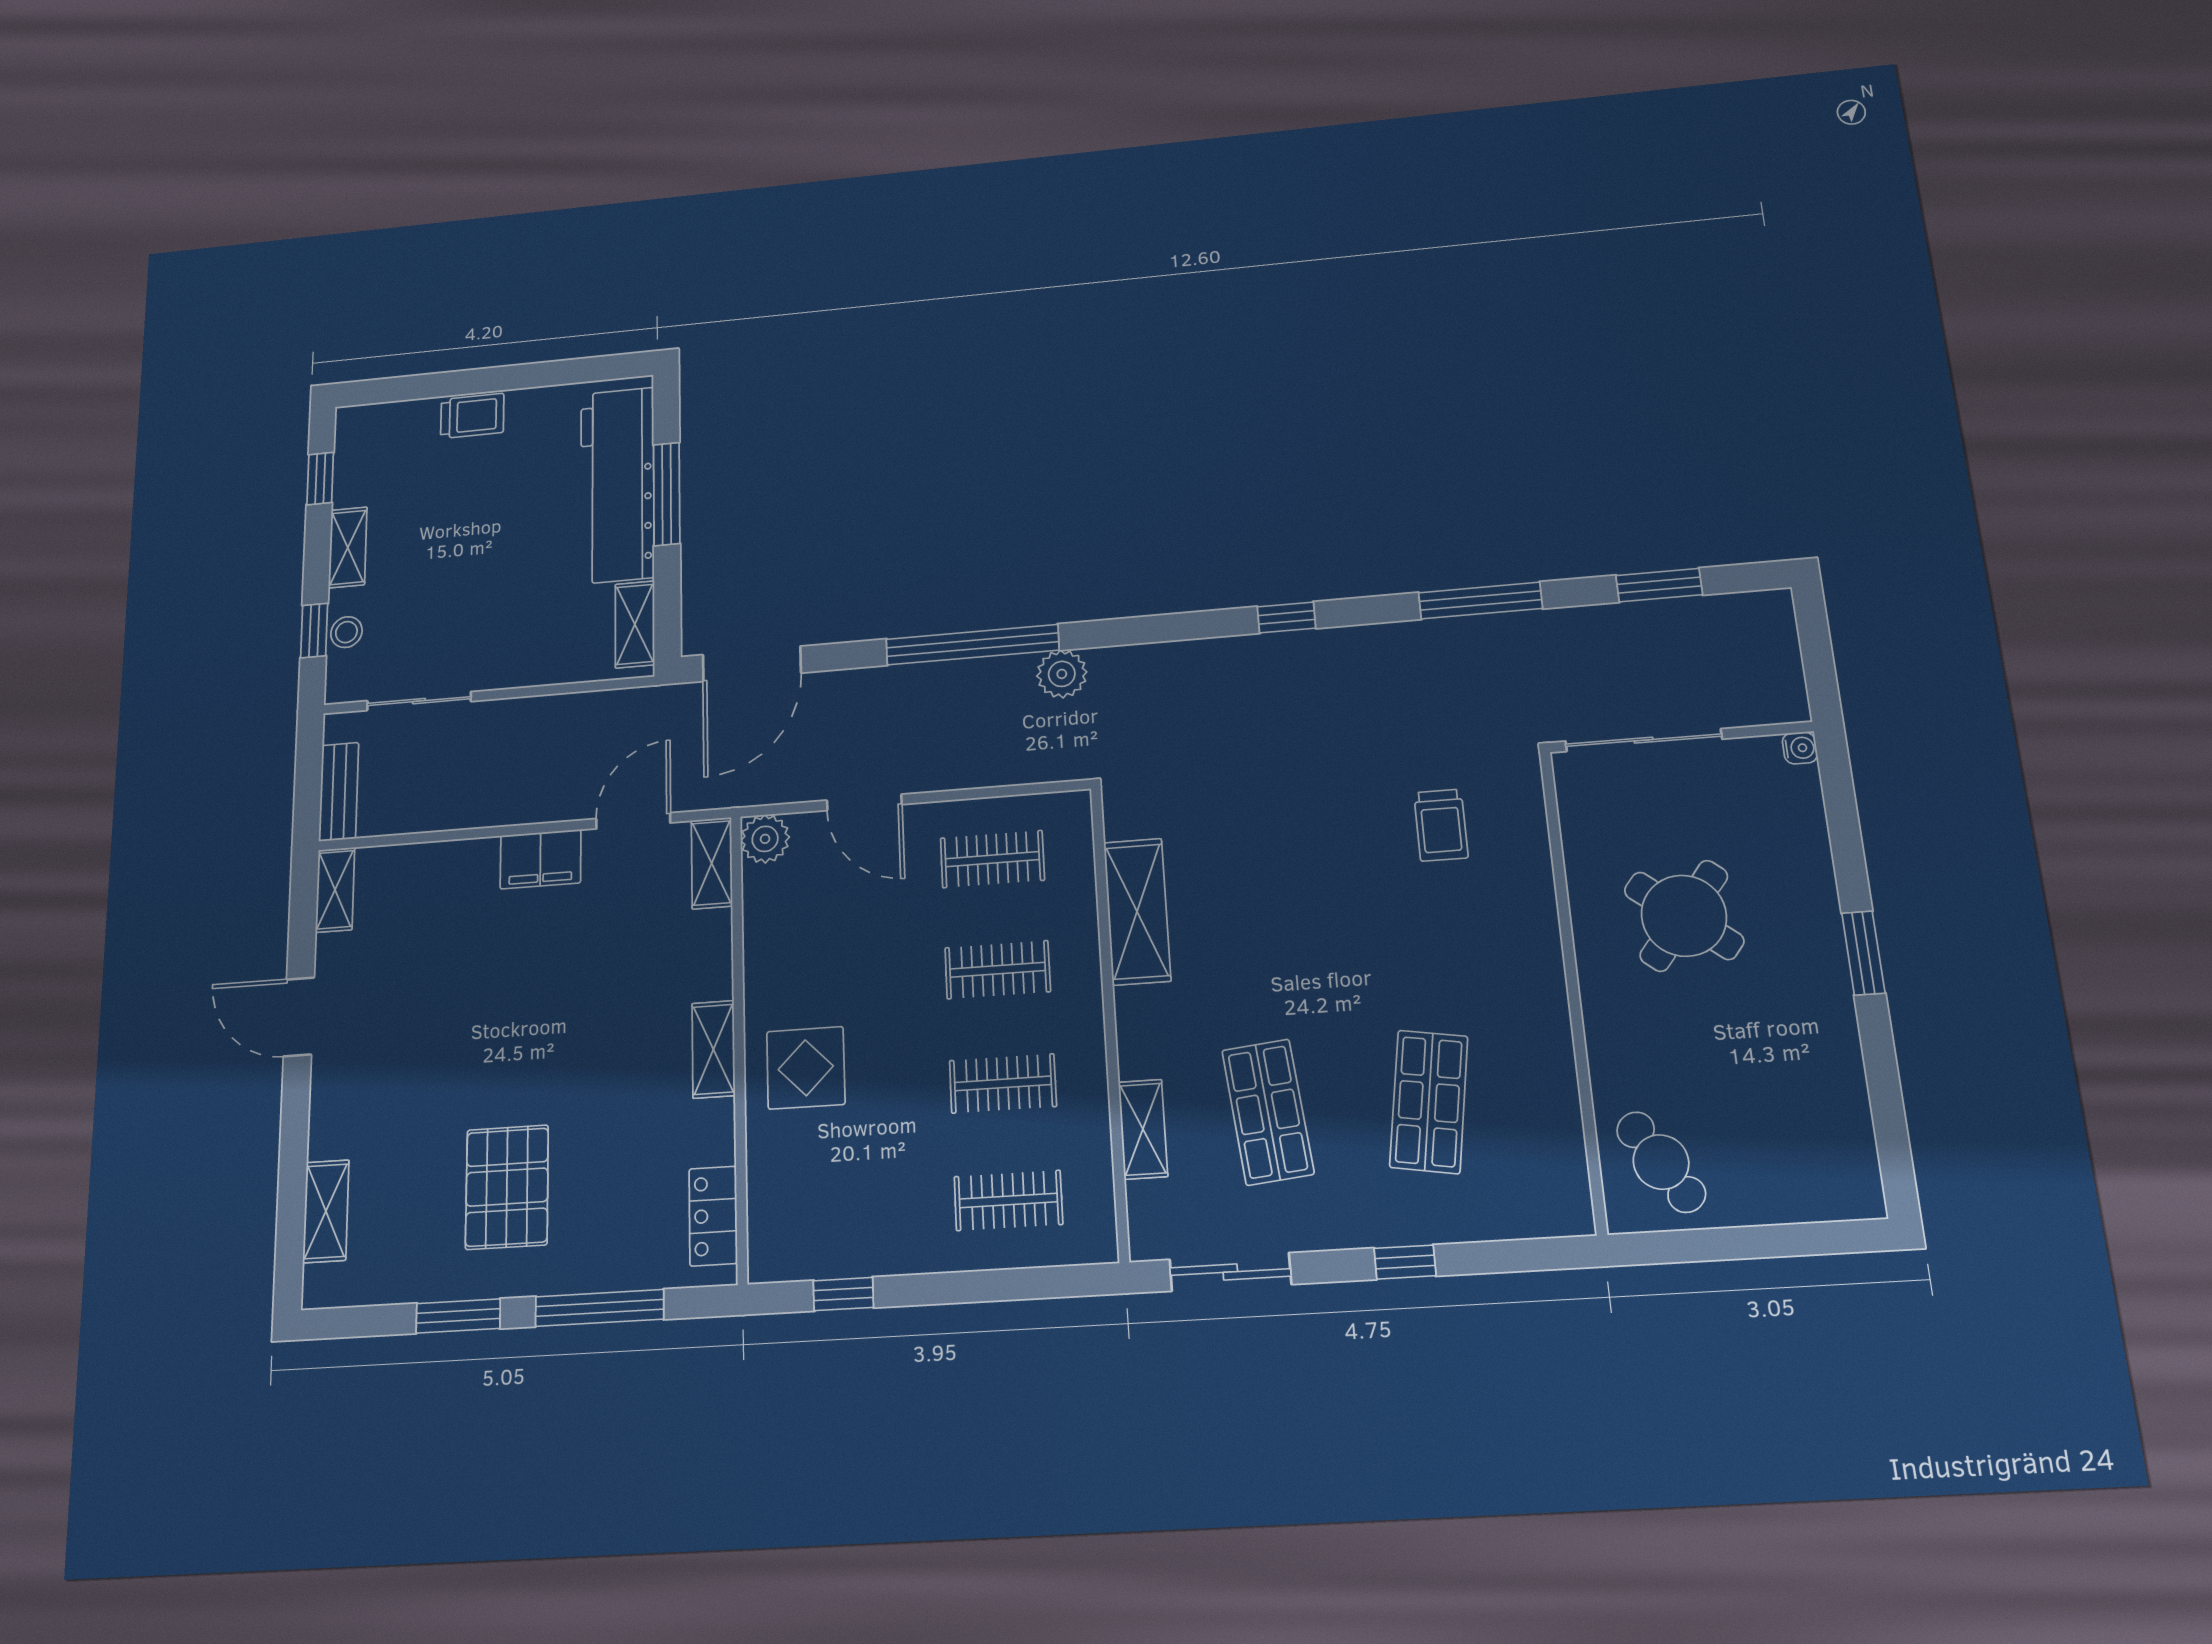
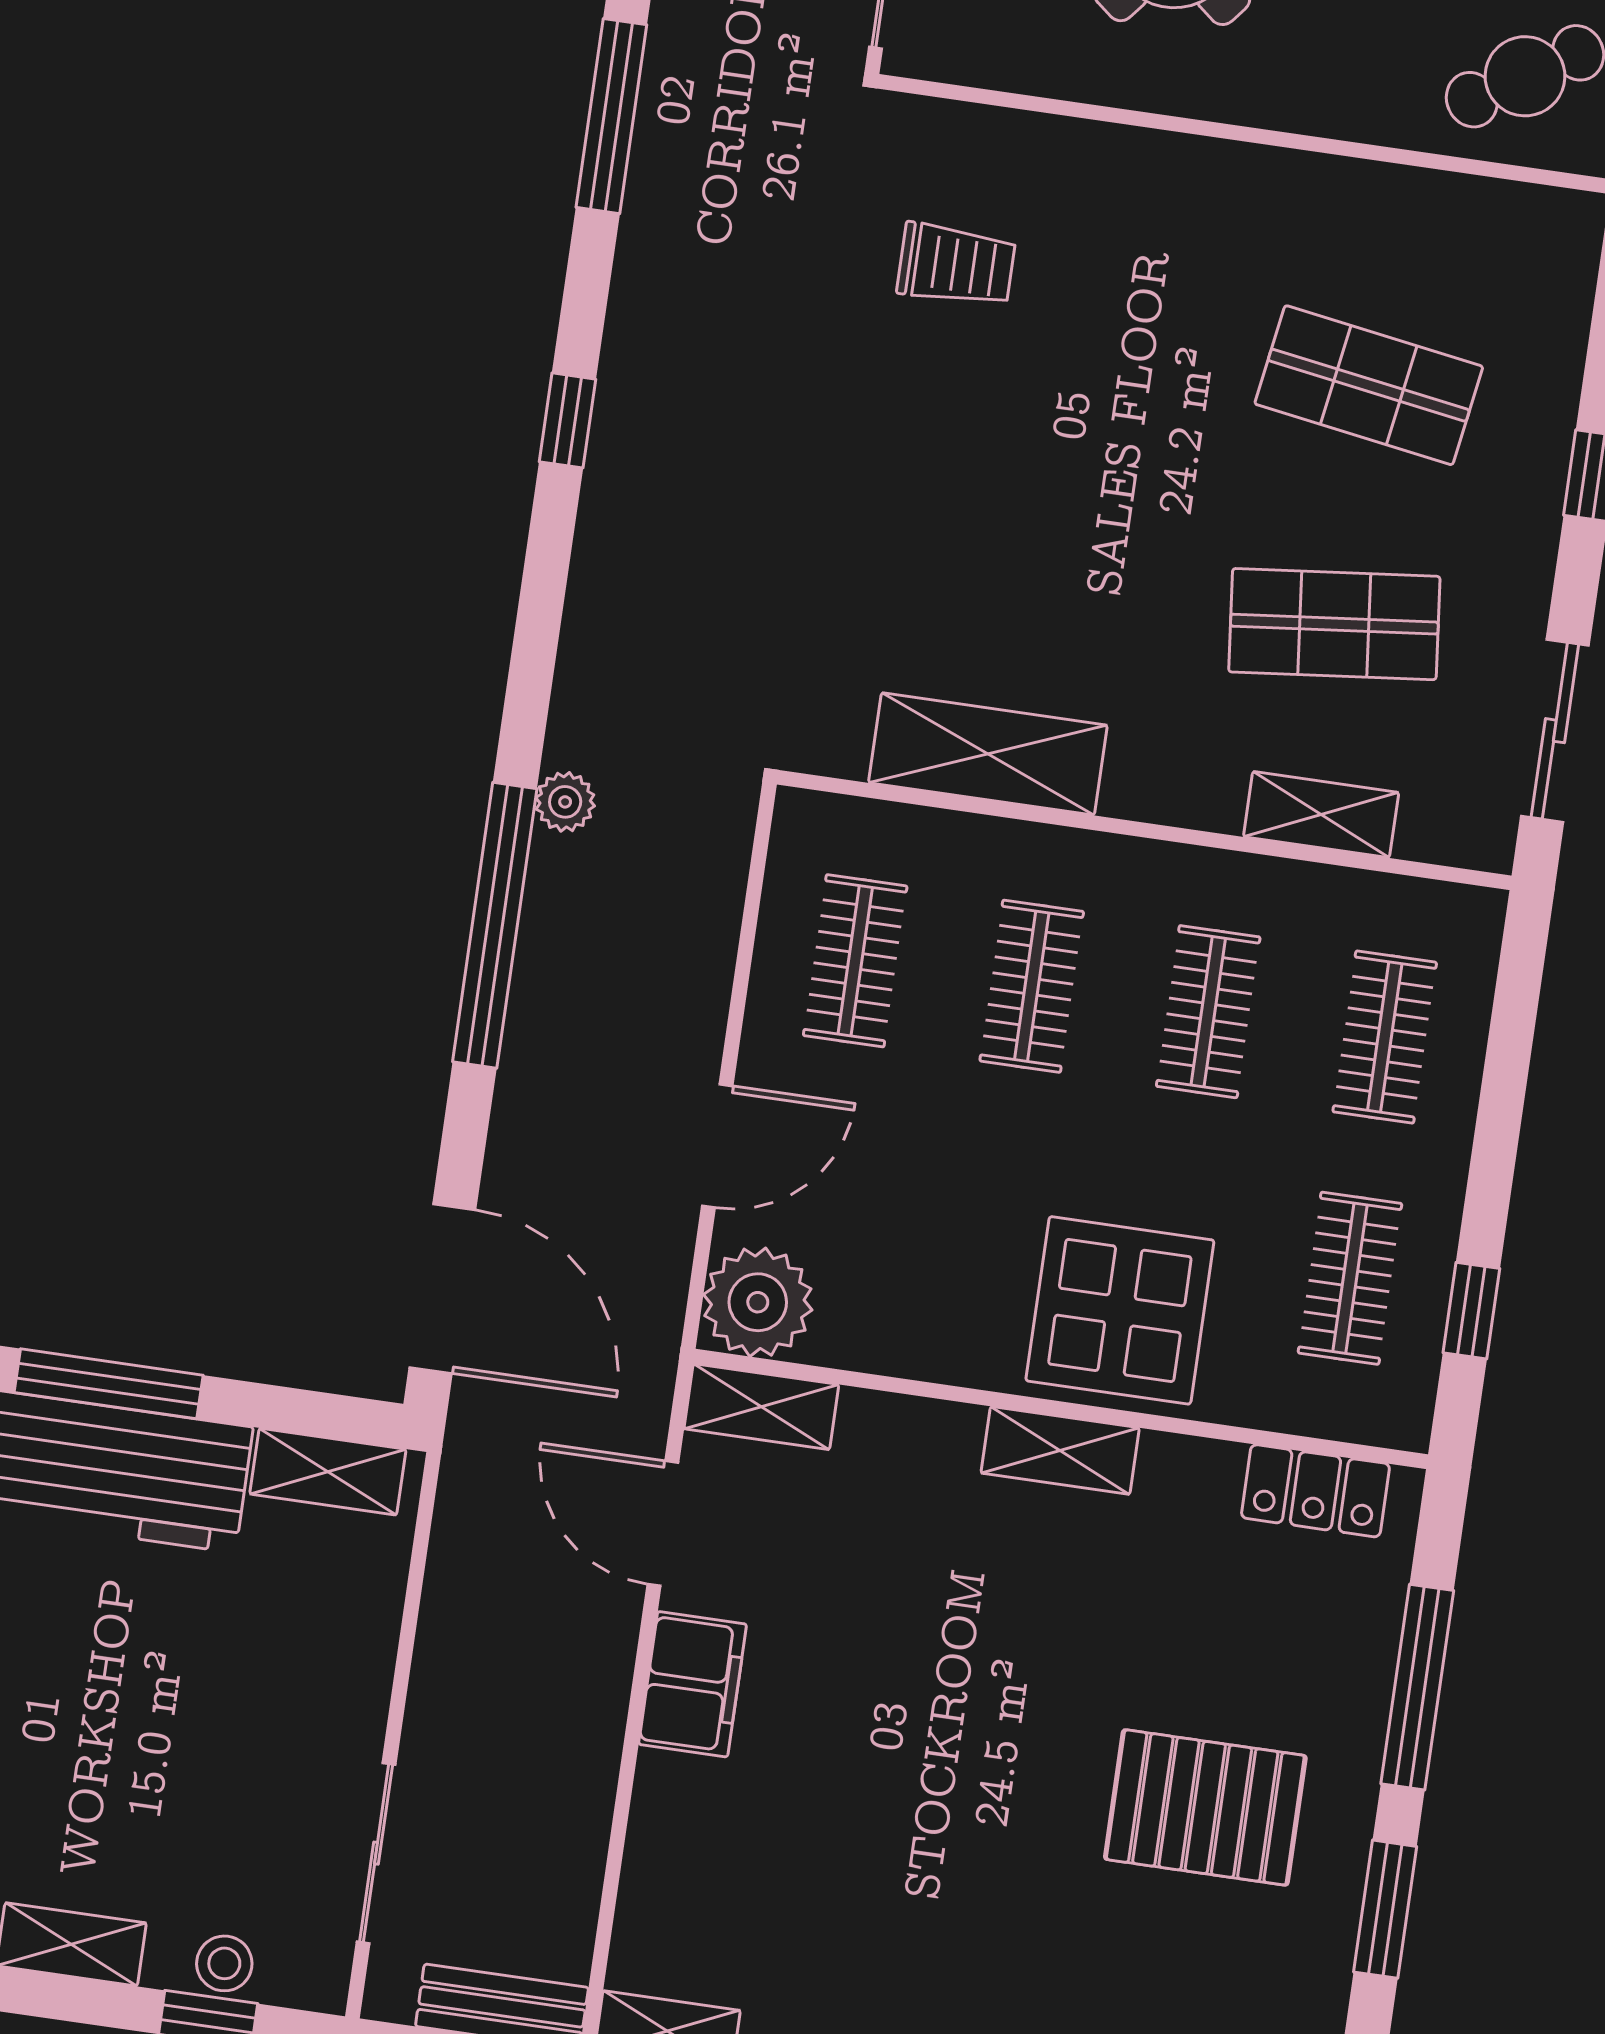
plant: (1062, 674) -> (565, 802), width x0.73, depth x0.73
plant: (765, 839) -> (758, 1302), width x1.36, depth x1.36
display table: (806, 1068) -> (1120, 1310), width x1.36, depth x1.36
clothes rail: (851, 1210) -> (1350, 1278), added

